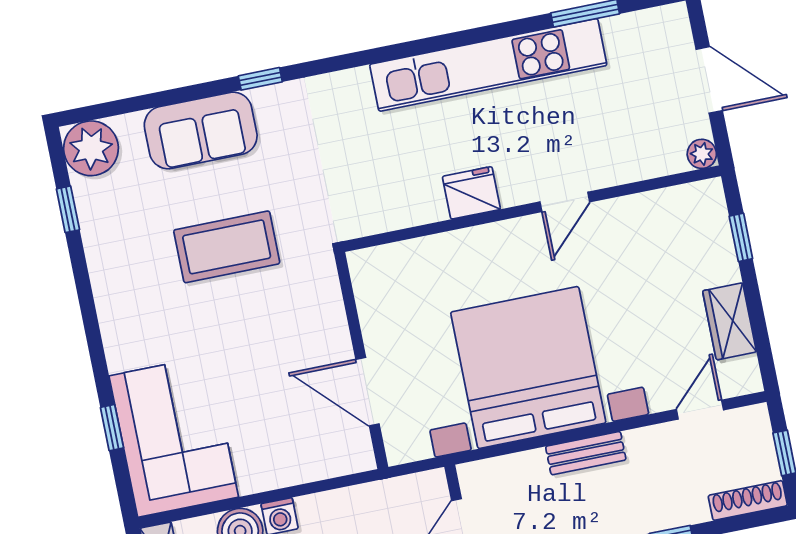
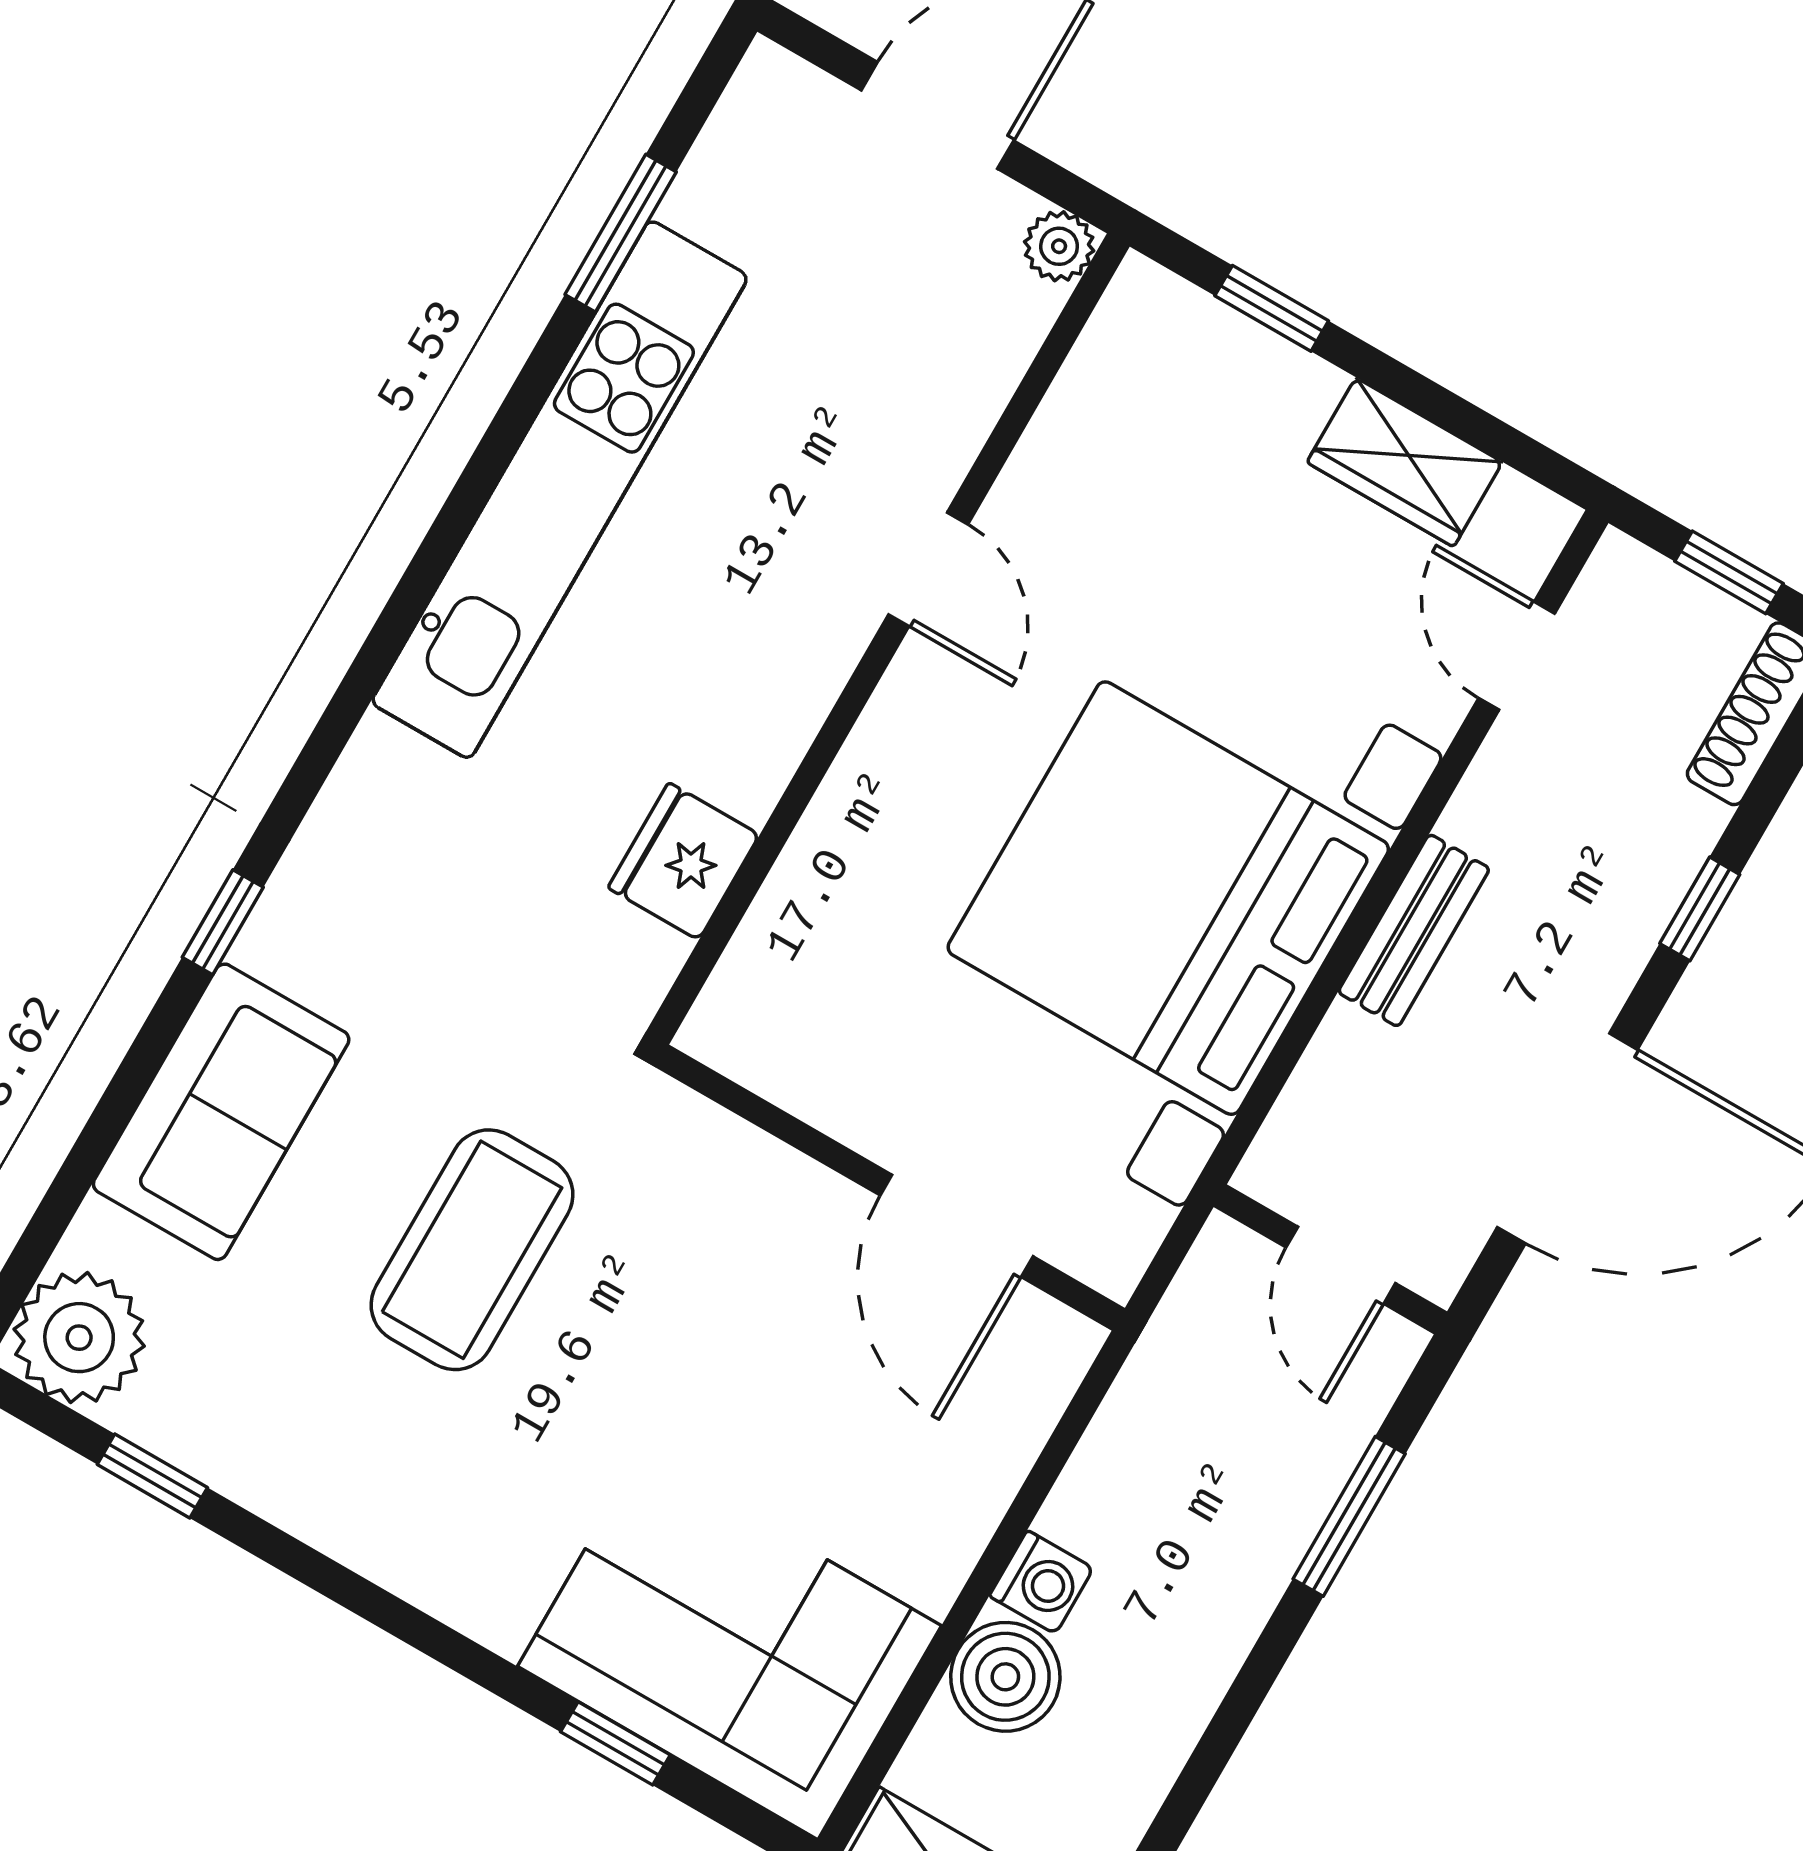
fridge: (471, 193) -> (684, 861), moved
door: (368, 392) -> (957, 1226), hinge flipped

